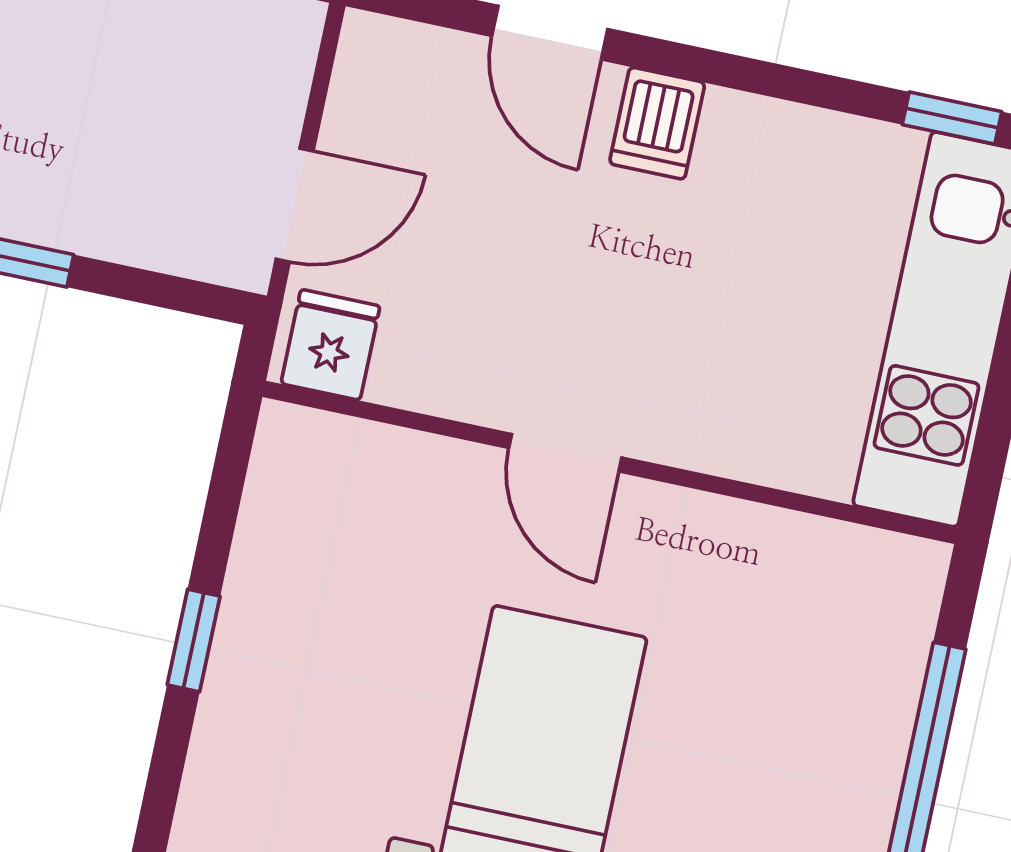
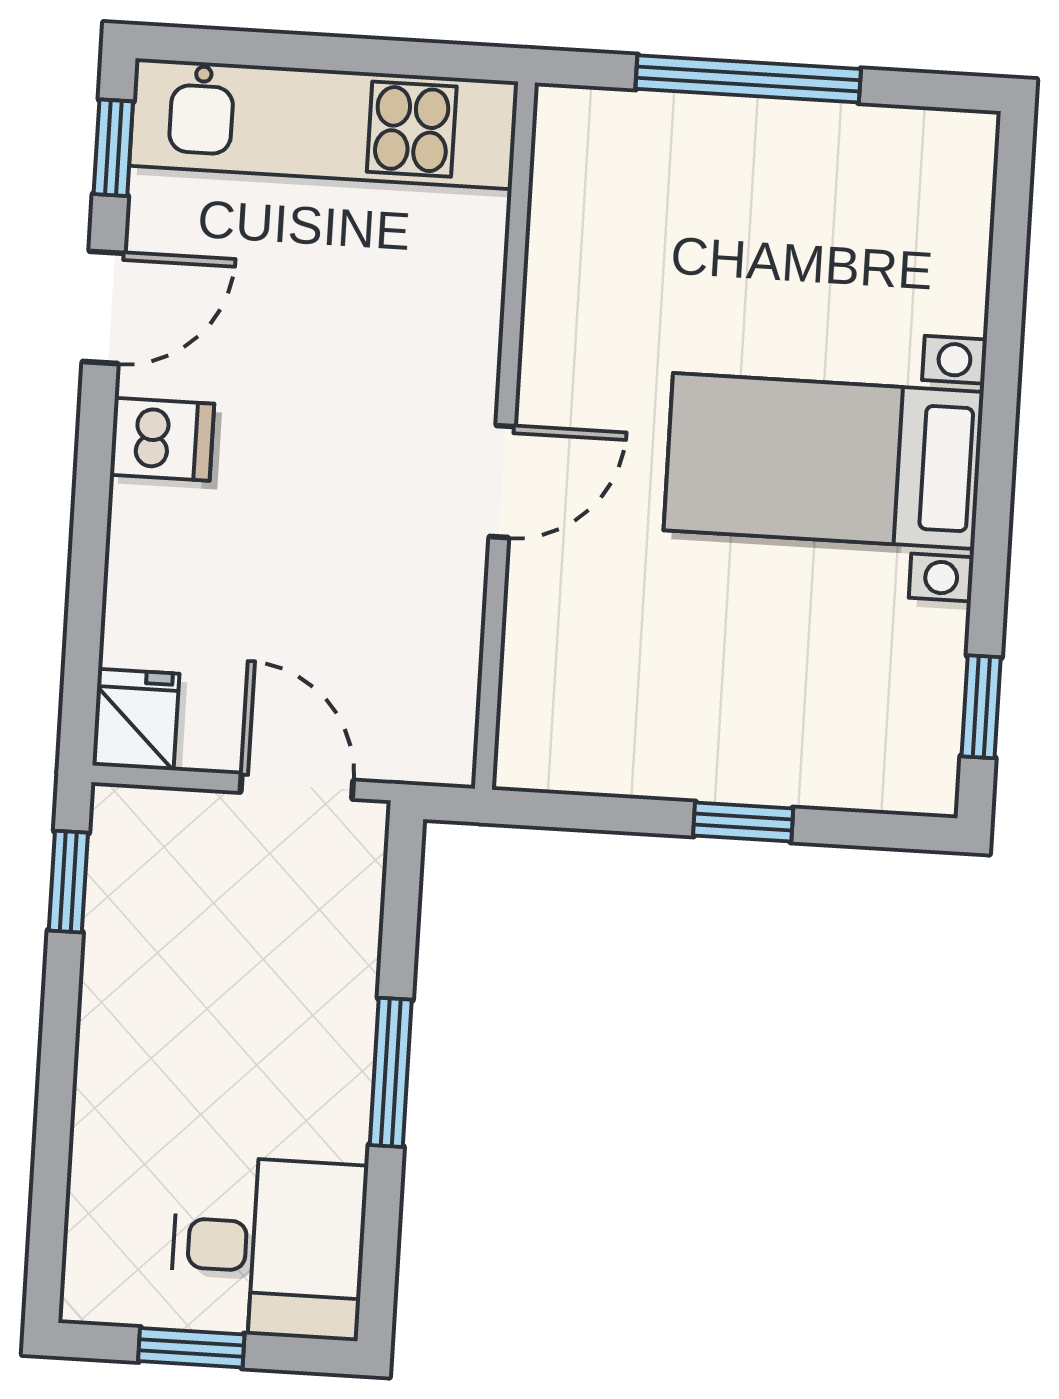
door: (550, 33) -> (104, 307), moved
fridge: (330, 345) -> (136, 720), moved, turned 90

